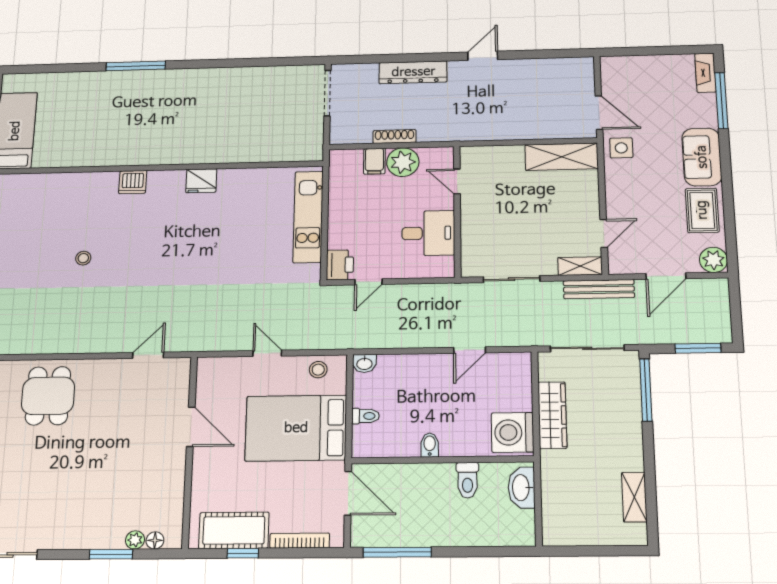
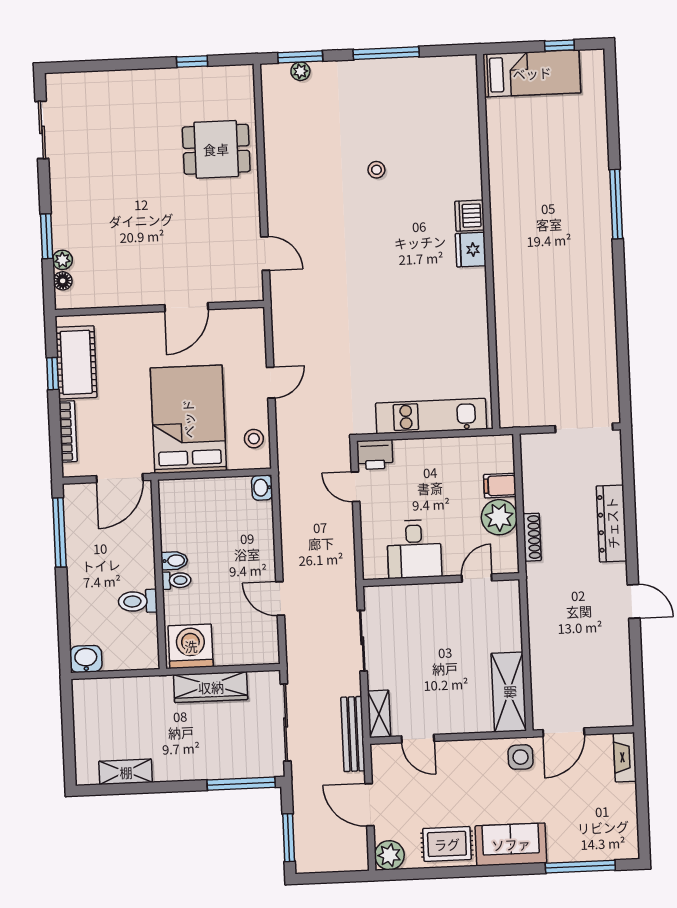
fireplace: (705, 73) -> (625, 757), moved, turned -90
shoe rack: (394, 137) -> (532, 537), moved
fridge: (201, 181) -> (471, 250), moved
toilet: (366, 416) -> (176, 580), moved, turned -90
washbasin: (522, 488) -> (86, 659), moved, width x0.72

